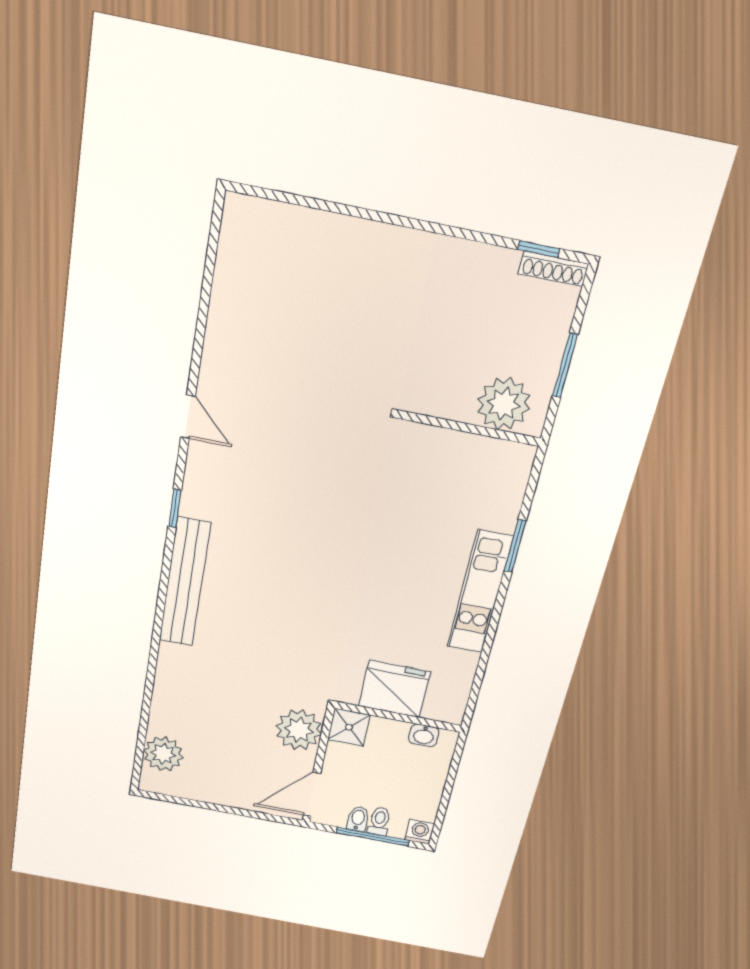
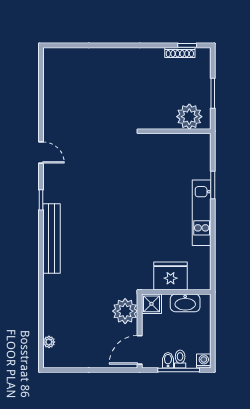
shoe rack: (553, 269) -> (180, 52), moved
washbasin: (424, 735) -> (185, 303), width x1.91, depth x1.45
plant: (163, 754) -> (49, 342), width x0.53, depth x0.53

